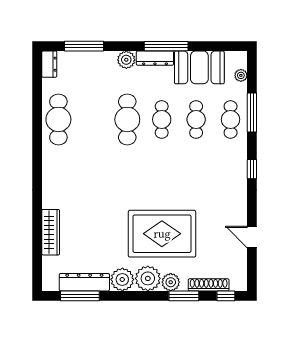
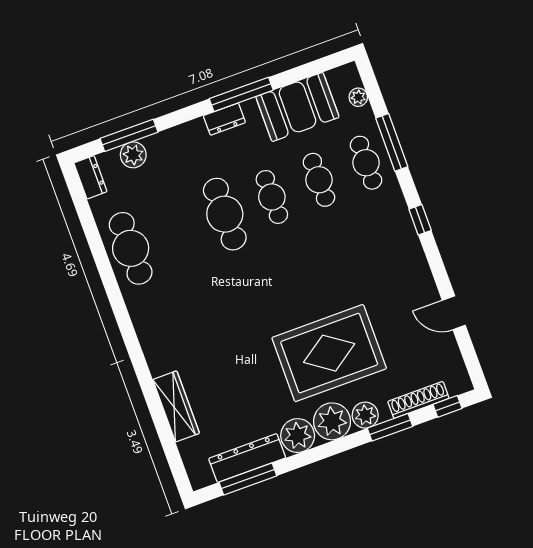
dresser: (155, 58) -> (224, 119), width x0.70
plant: (126, 60) -> (133, 155), moved

